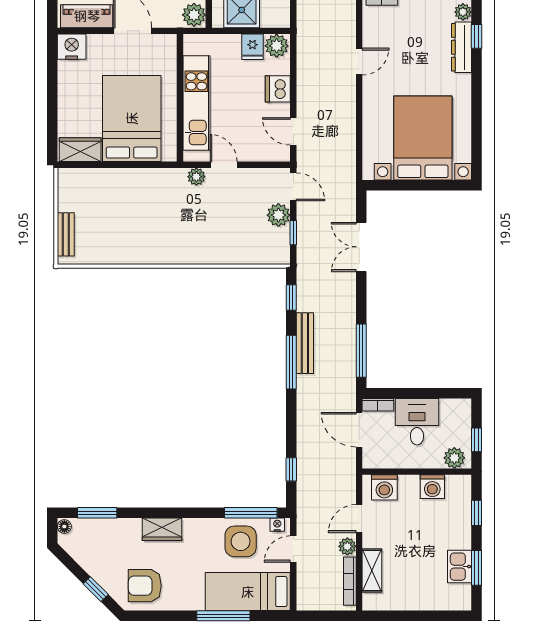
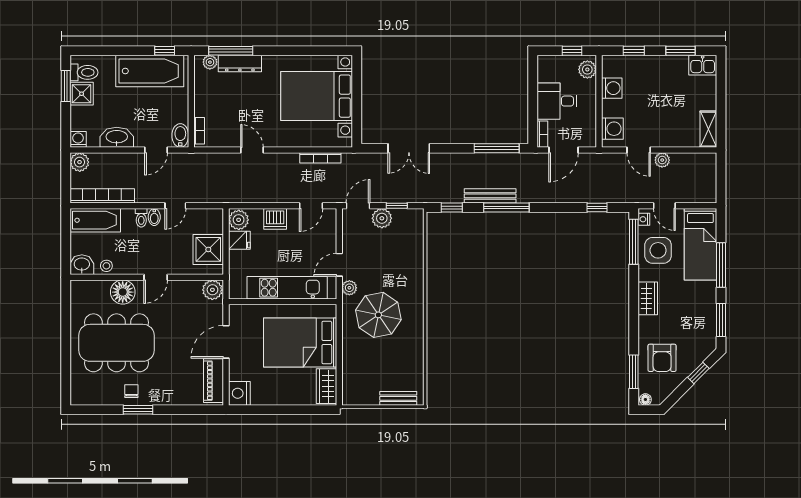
window: (477, 36) -> (231, 51), width x2.17
parasol: (164, 211) -> (378, 315), added
wardrobe: (162, 529) -> (648, 298), moved
kitchen sink: (459, 567) -> (703, 65), moved
shelving: (372, 571) -> (708, 129), moved, turned 90
bookcase: (350, 581) -> (320, 158), moved
armchair: (145, 586) -> (662, 358), moved
window: (158, 616) -> (721, 320), added

